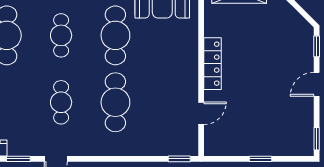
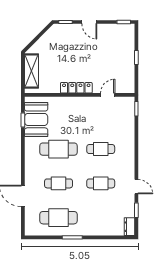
cafe table: (115, 102) -> (101, 149), width x0.73, depth x0.74
door: (201, 113) -> (108, 95), hinge flipped

